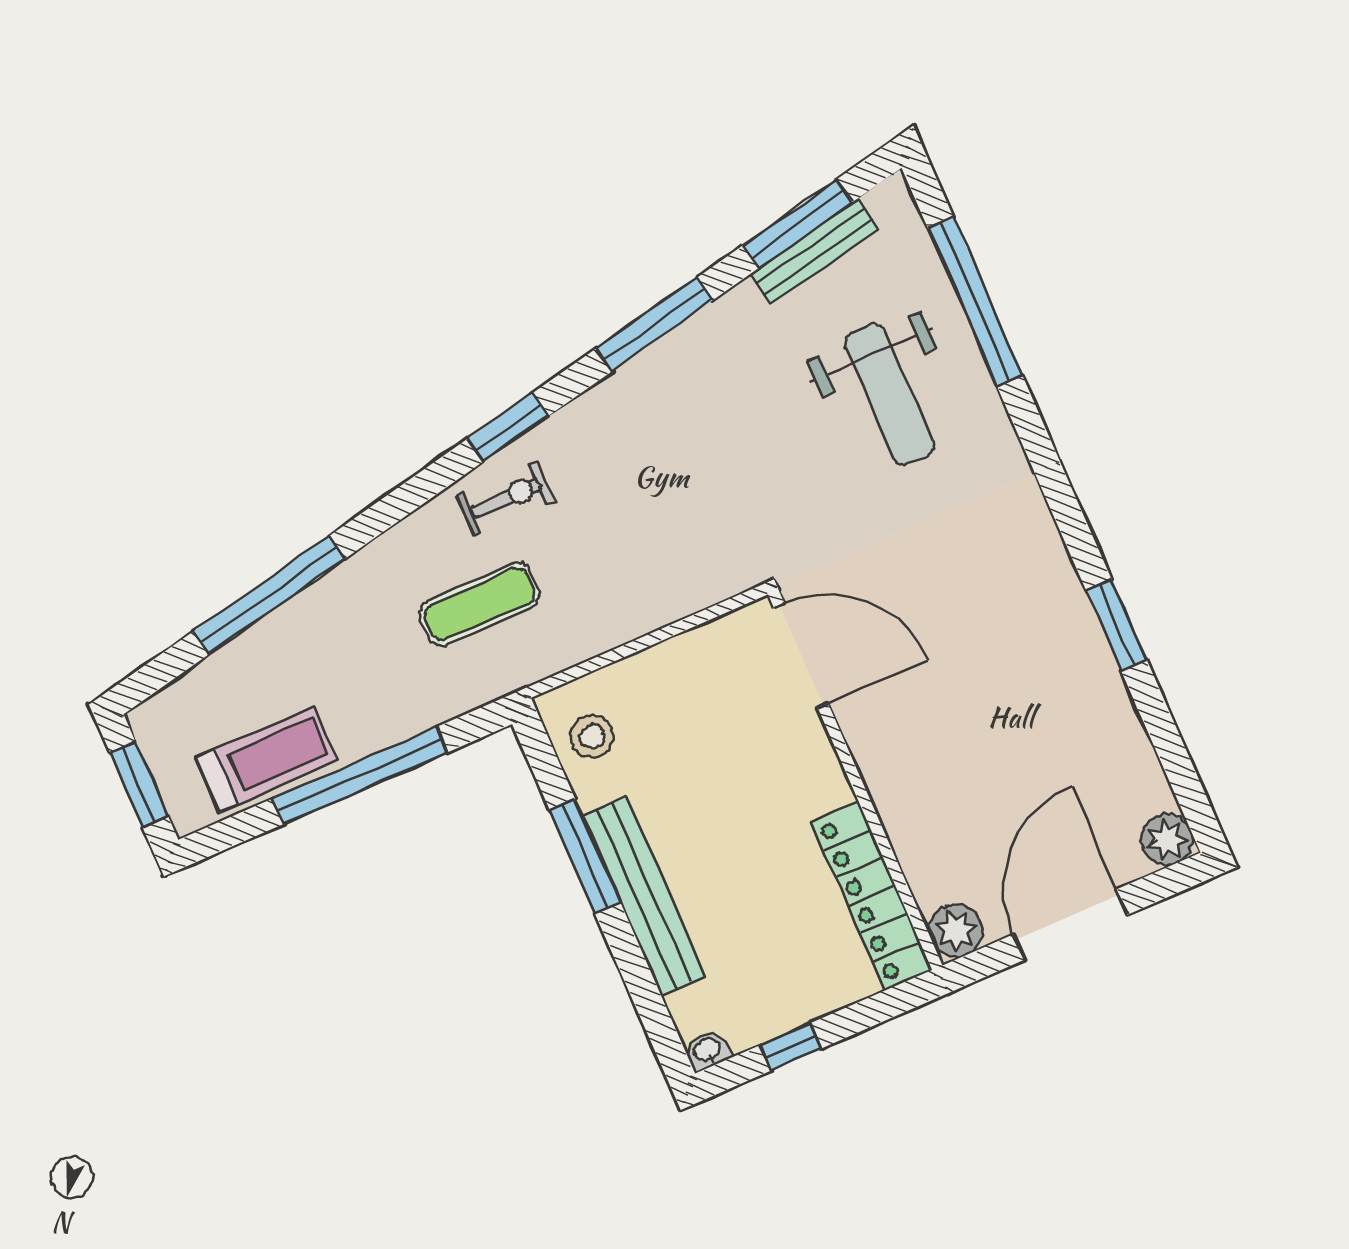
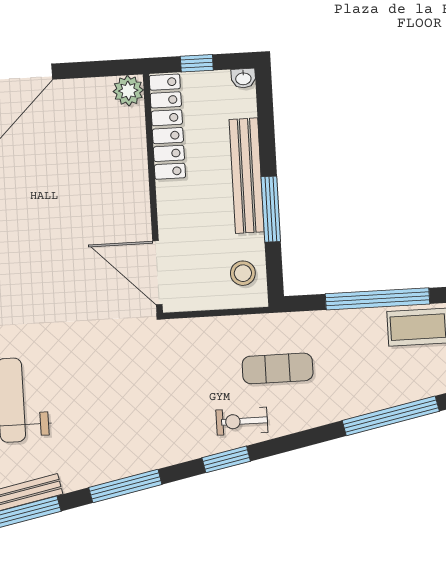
door: (801, 655) -> (157, 273), moved
wall: (855, 780) -> (153, 194), moved
locker: (872, 896) -> (167, 127), moved
plant: (956, 931) -> (128, 91), moved

